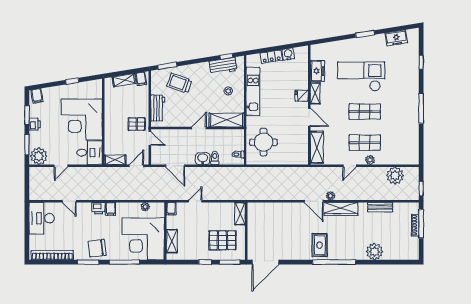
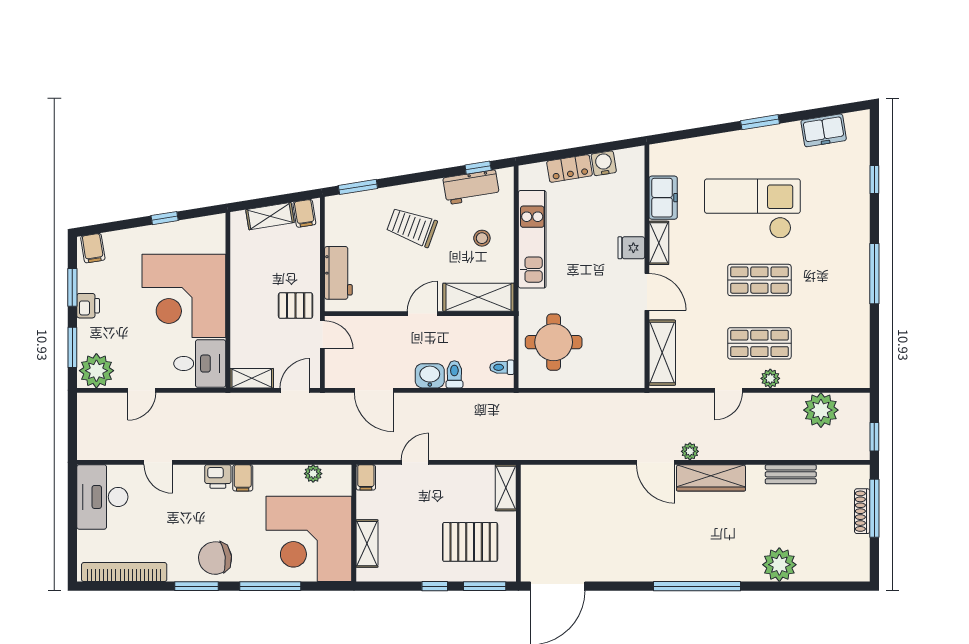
trolley: (179, 83) -> (412, 227), moved
rug: (320, 245) -> (668, 552), removed

